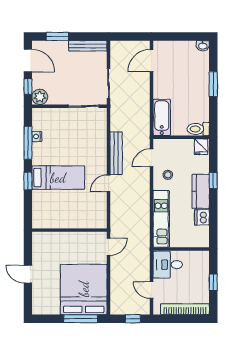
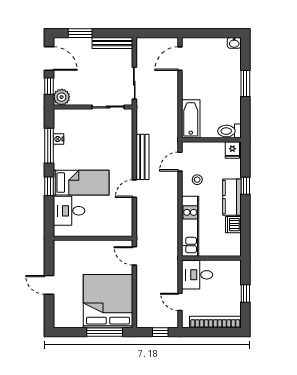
desk: (47, 204) -> (69, 211), added
door: (108, 247) -> (134, 256), swing flipped

